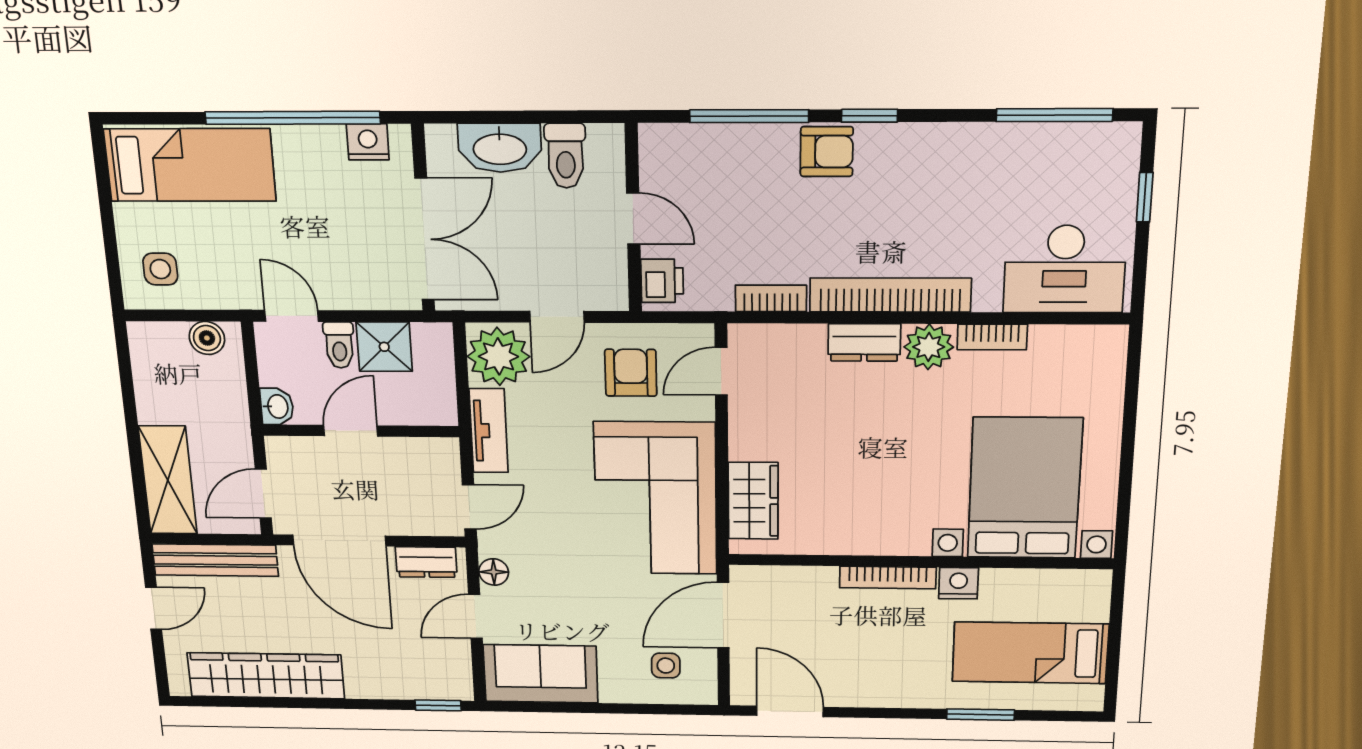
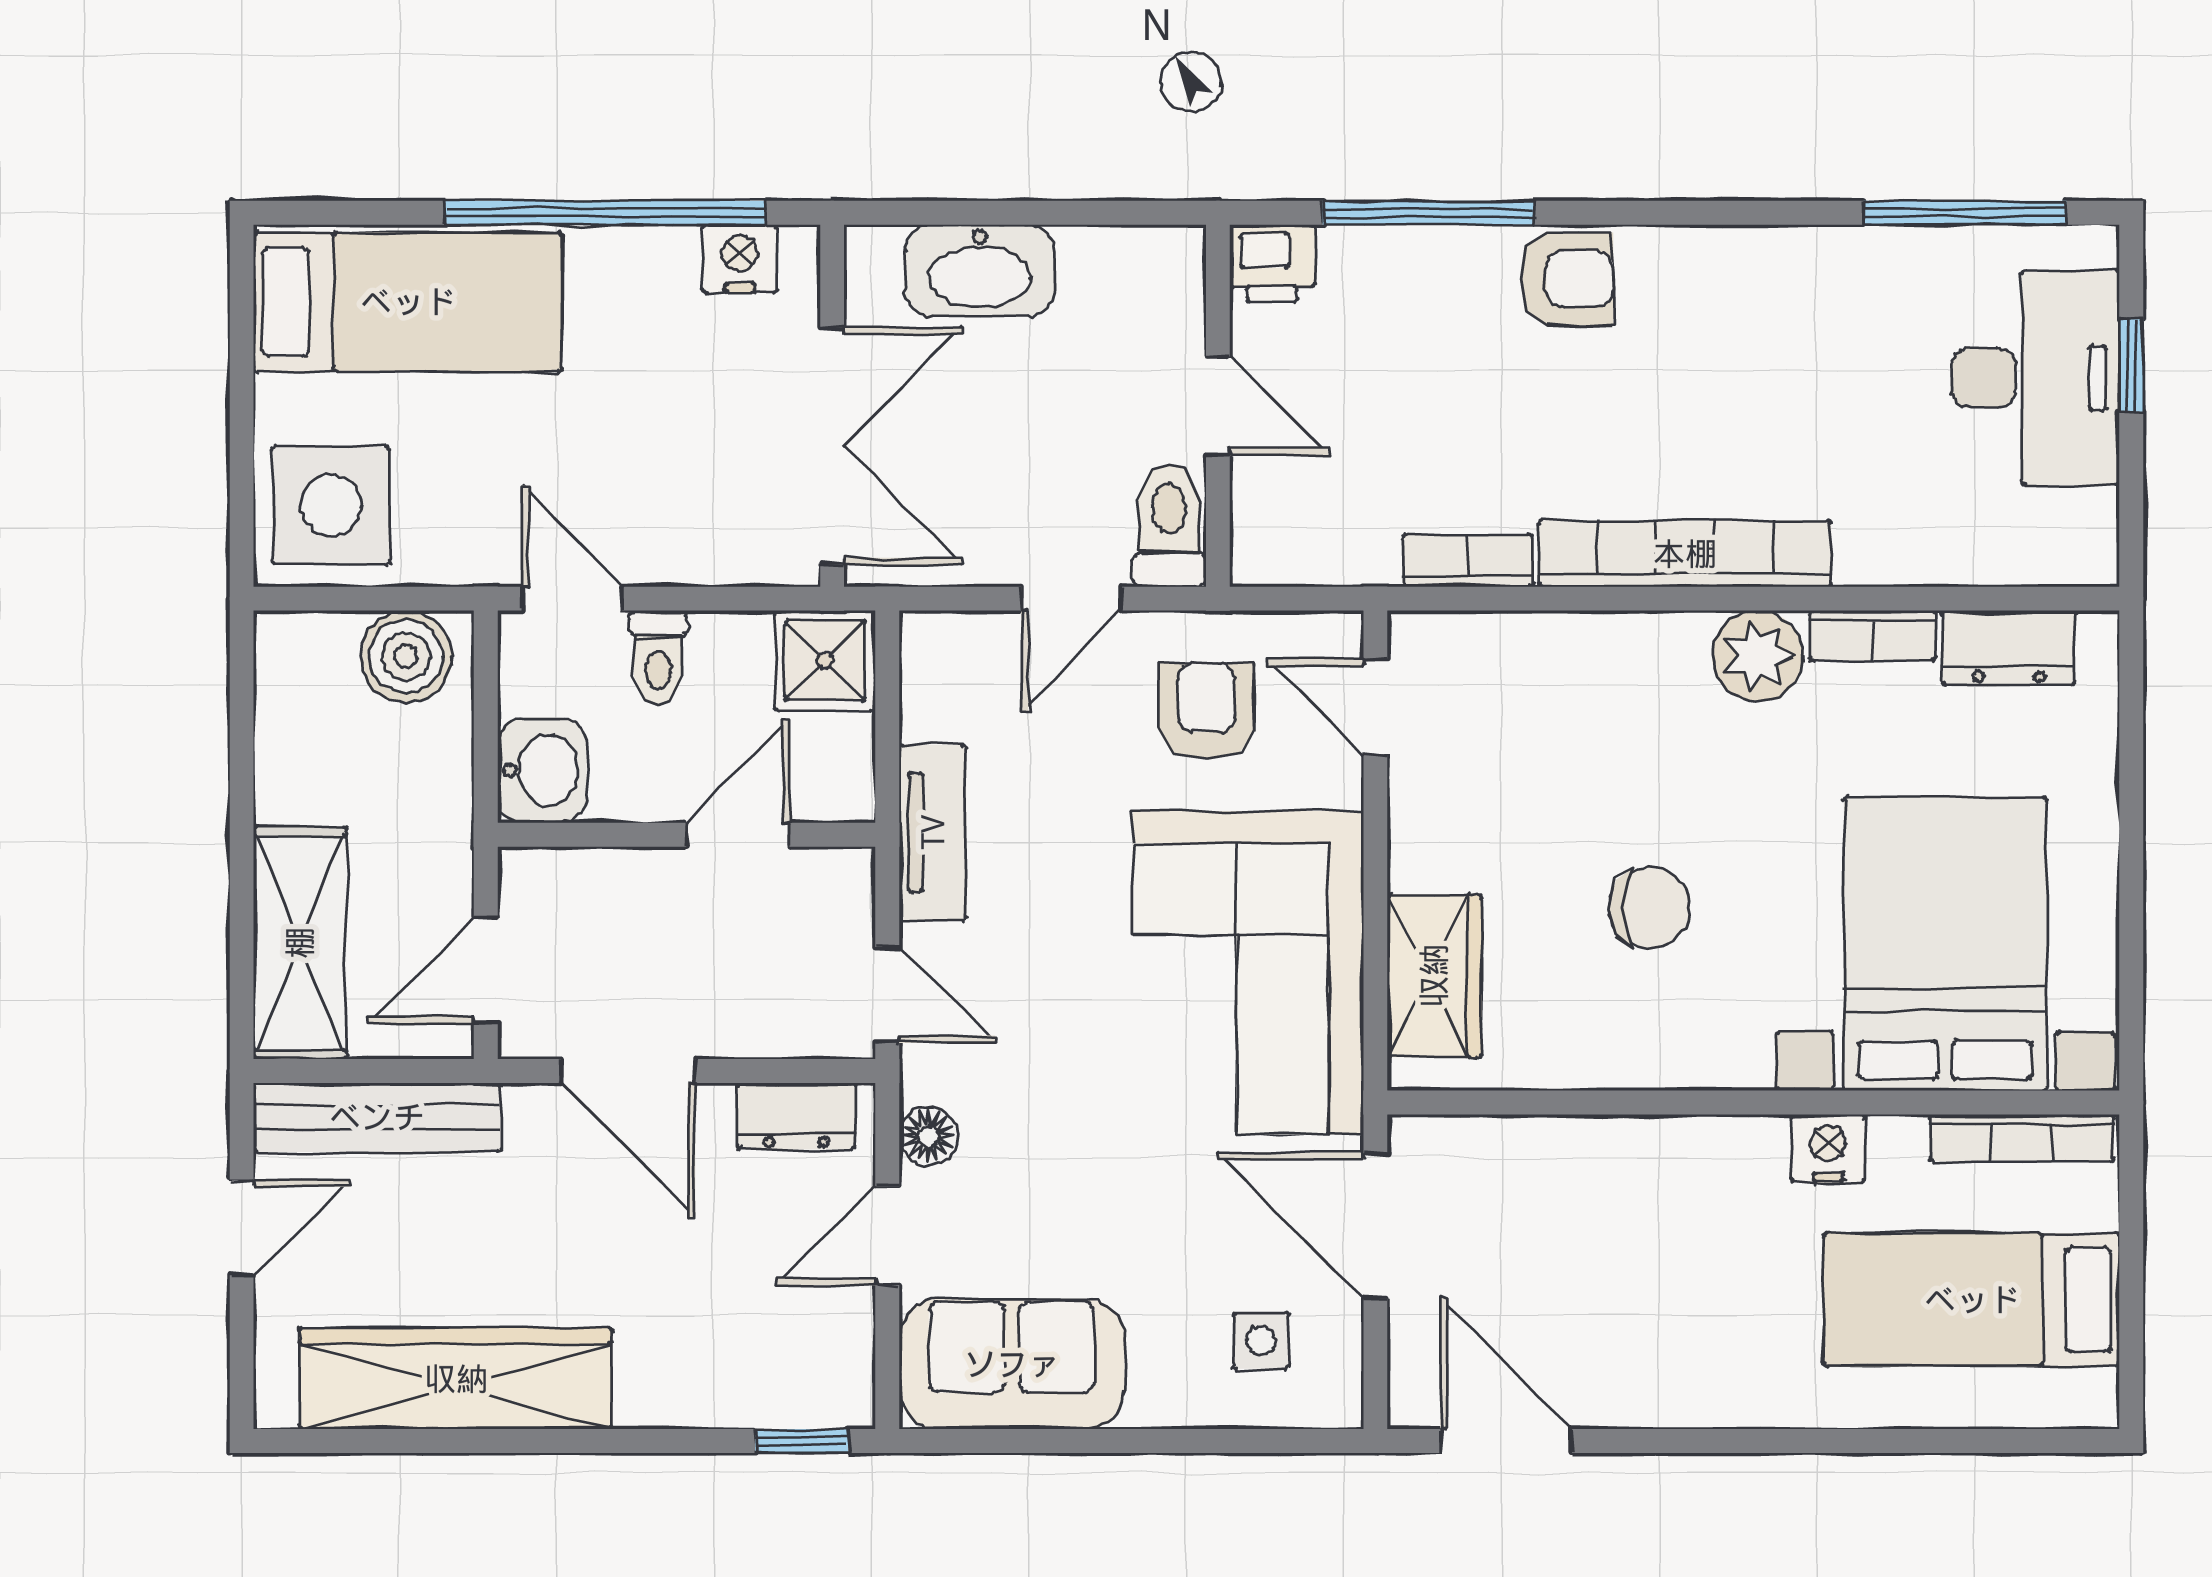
window: (870, 116) -> (1642, 213), removed
toilet: (565, 156) -> (1169, 526), moved, turned 180
side table: (160, 269) -> (331, 505), width x1.87, depth x1.87
desk: (1065, 269) -> (2035, 378), moved, turned -90
printer: (662, 281) -> (1272, 263), moved, turned 90
boiler: (207, 338) -> (406, 656), width x1.36, depth x1.36
dresser: (864, 342) -> (2009, 648), moved
shower: (384, 347) -> (825, 661), moved
plant: (498, 356) -> (958, 679), removed
door: (721, 371) -> (1375, 707), hinge flipped
washbasin: (277, 406) -> (542, 770), width x1.38, depth x1.45
door: (351, 431) -> (738, 835), moved
chair: (867, 470) -> (1650, 908), added
door: (469, 507) -> (887, 995), hinge flipped
door: (339, 541) -> (628, 1071), width x0.73
bookcase: (888, 578) -> (2022, 1138), moved
door: (723, 615) -> (1375, 1226), hinge flipped
window: (980, 715) -> (1881, 1441), removed

